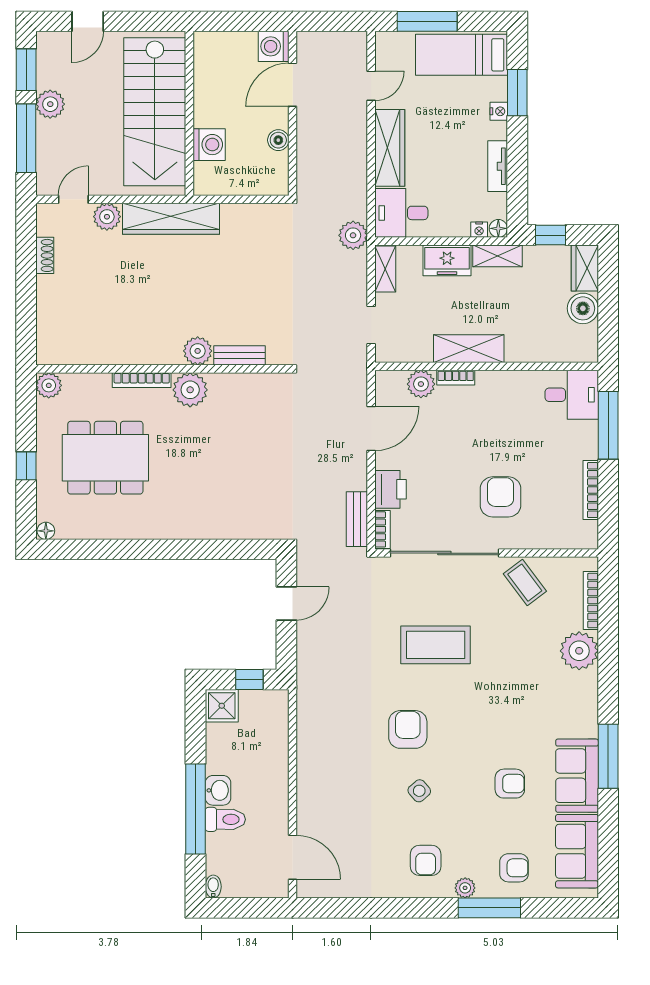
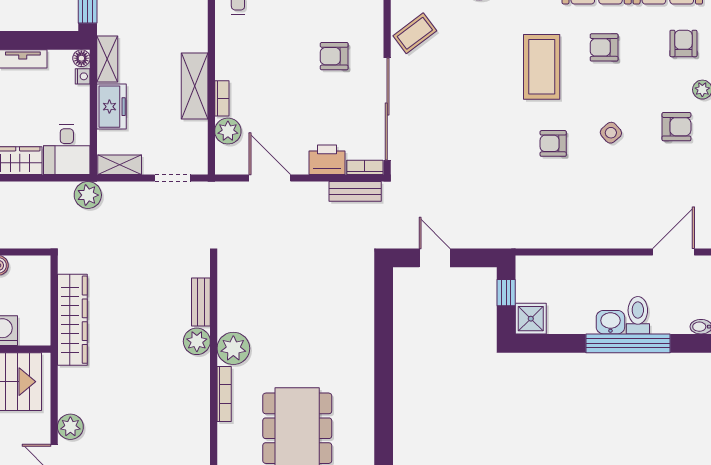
wardrobe: (171, 219) -> (72, 320), moved
armchair: (501, 497) -> (334, 56), width x0.72, depth x0.72
coffee table: (436, 645) -> (542, 67), moved
armchair: (408, 729) -> (553, 143), width x0.72, depth x0.72
armchair: (510, 784) -> (604, 47), turned -90

